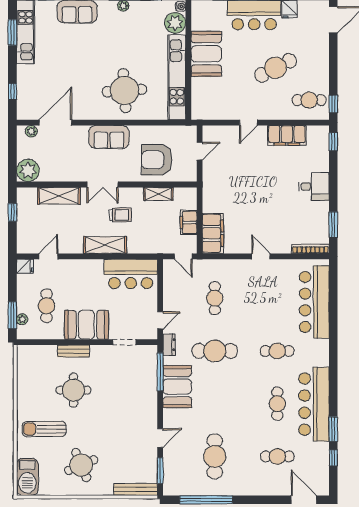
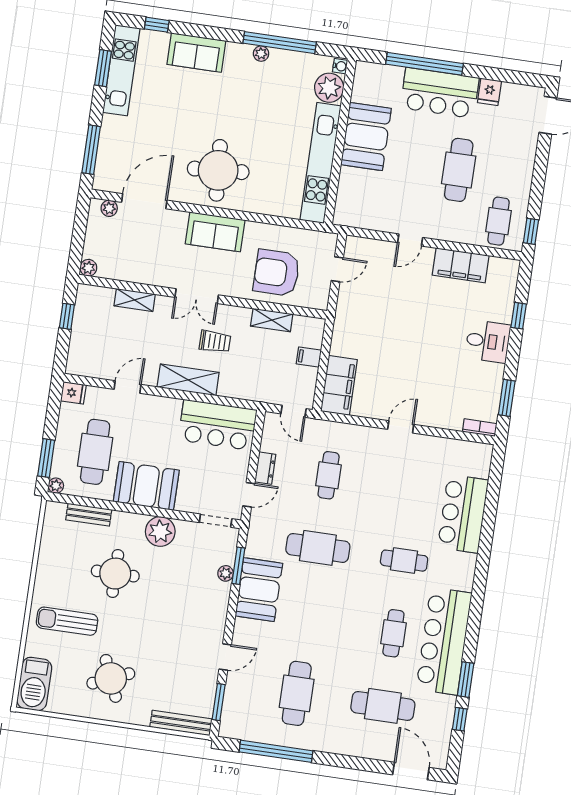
cafe table: (276, 68) -> (459, 170), turned -63
round table: (124, 91) -> (218, 170), moved
window: (12, 92) -> (91, 150), width x2.17
cafe table: (309, 100) -> (499, 221), turned 90
window: (333, 142) -> (519, 316), moved
plant: (28, 170) -> (88, 268), width x0.53, depth x0.53
shelving: (59, 196) -> (135, 300), width x0.67, depth x0.75
filing cabinet: (189, 222) -> (309, 357), width x0.50
bookcase: (310, 249) -> (480, 428), width x0.64
door: (48, 256) -> (128, 387), moved
door: (261, 256) -> (401, 427), hinge flipped
bar counter: (314, 302) -> (463, 514), width x0.73
cafe table: (47, 306) -> (95, 452), width x1.37, depth x1.35
plant: (22, 319) -> (56, 486), moved
doorway: (125, 342) -> (216, 521), moved
dresser: (169, 345) -> (265, 468), moved
bench: (73, 351) -> (89, 515), moved
plant: (101, 356) -> (160, 532), added
window: (160, 372) -> (238, 566), width x0.69
plant: (152, 379) -> (226, 573), added
cafe table: (277, 456) -> (383, 706), width x1.37, depth x1.35

